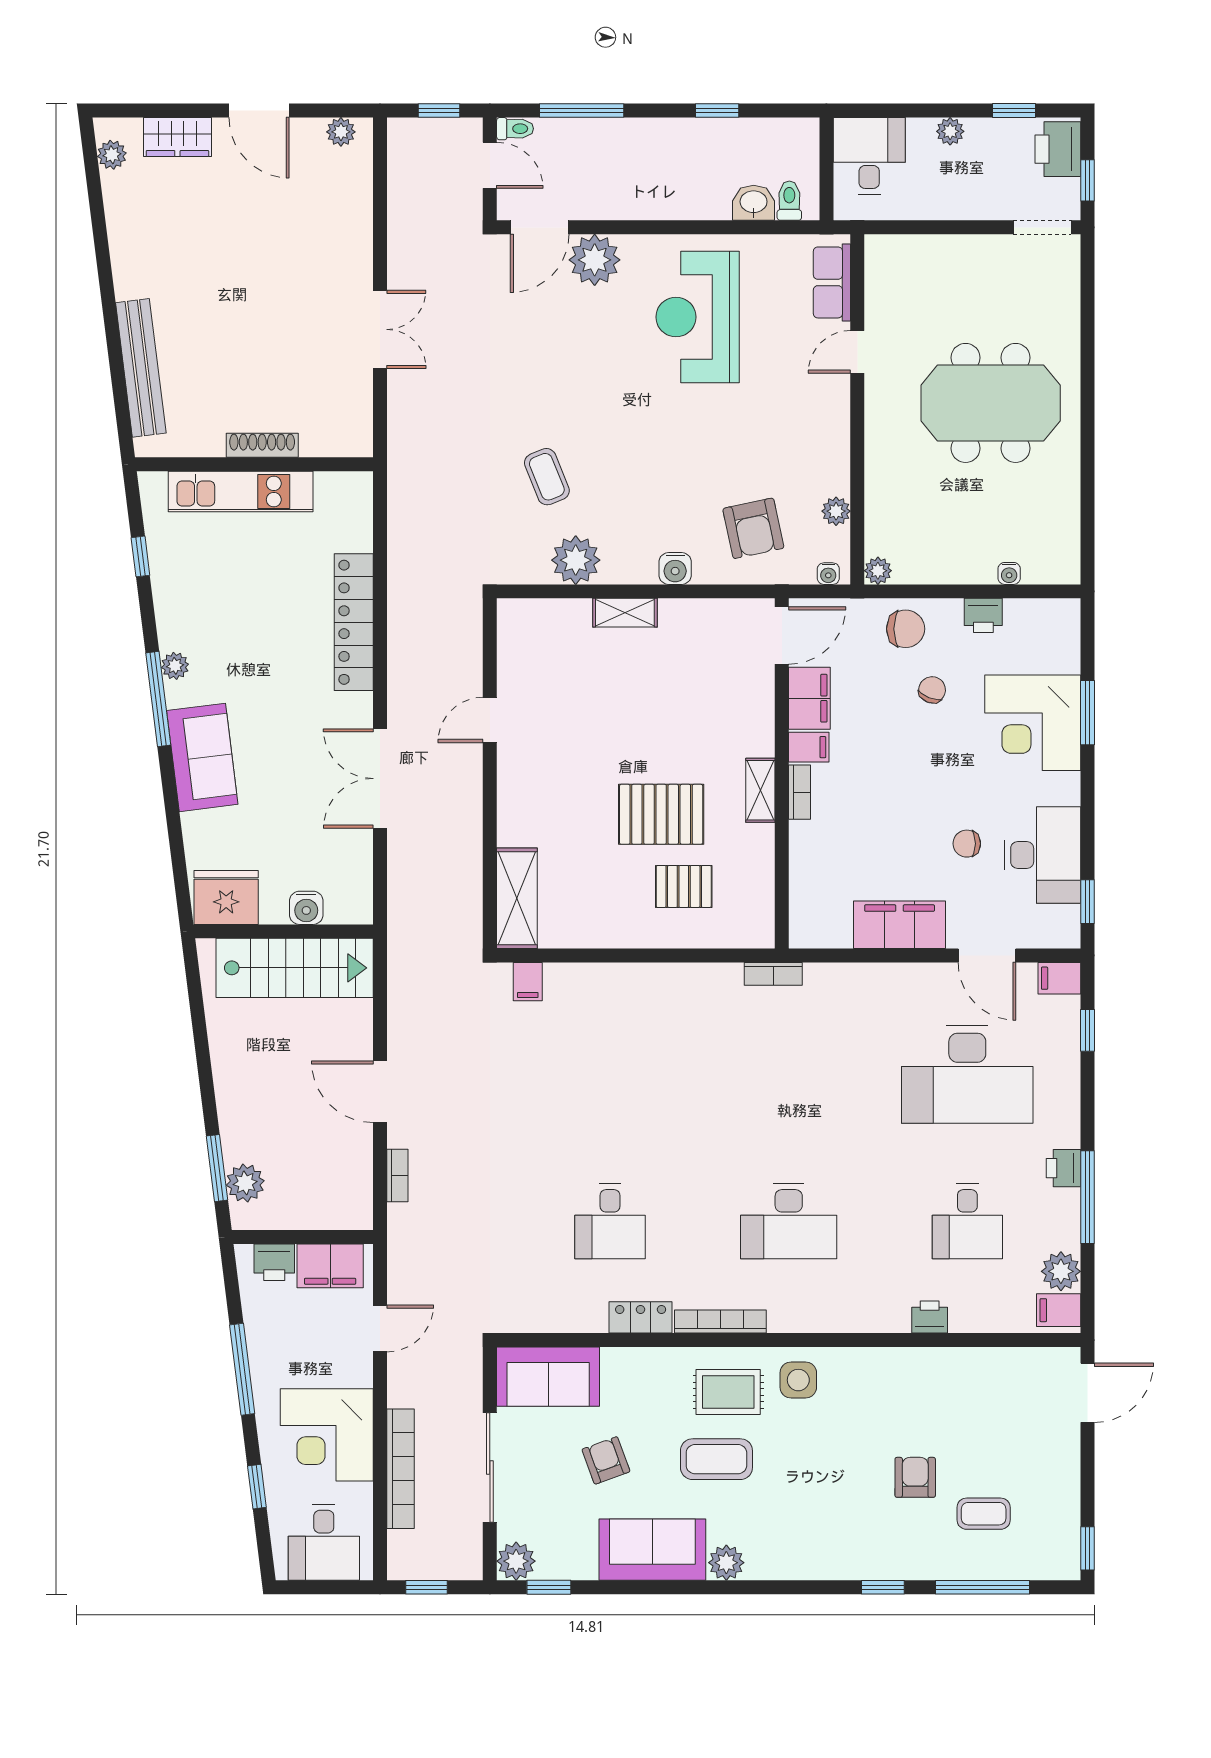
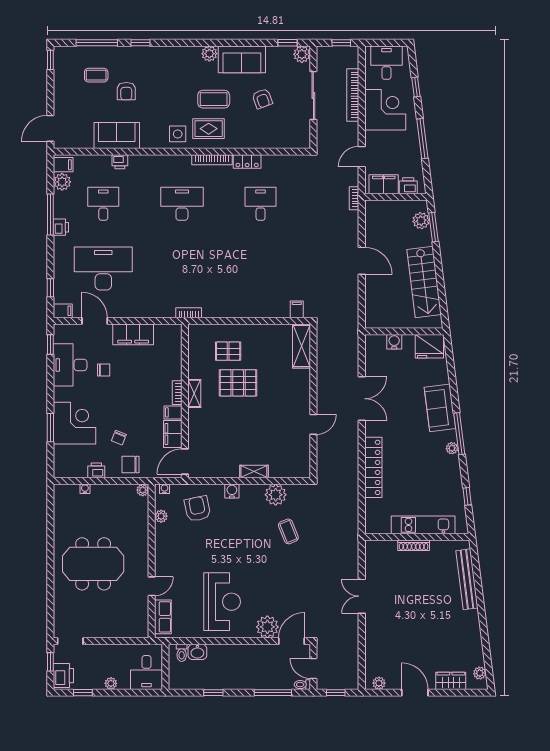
stairs: (295, 968) -> (424, 282), moved, turned -97
bookcase: (397, 1176) -> (354, 198), moved
sofa: (548, 1377) -> (117, 135), moved

